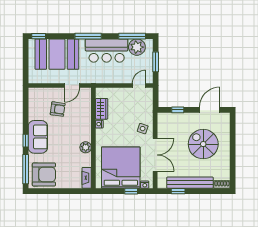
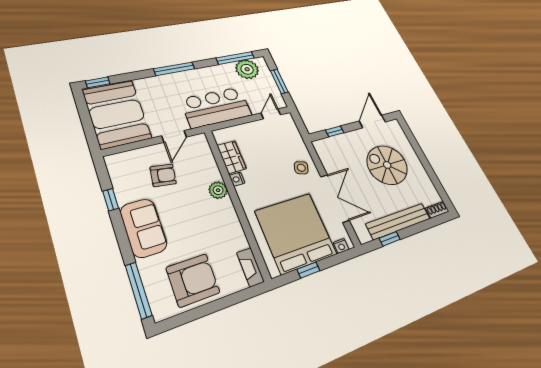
bar counter: (107, 51) -> (216, 107), moved, turned 180
booth: (57, 54) -> (117, 114), moved, turned 90
window: (26, 141) -> (111, 200), moved
plant: (86, 147) -> (218, 190), moved
armchair: (44, 175) -> (193, 280), moved
window: (131, 191) -> (308, 270), moved

